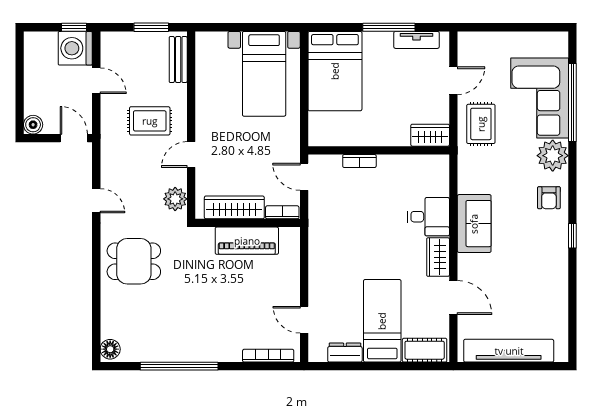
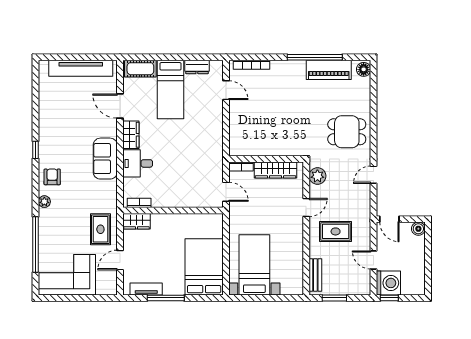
corner sofa: (540, 98) -> (67, 275), moved, turned -90
plant: (553, 156) -> (44, 202), width x0.53, depth x0.53
bookcase: (359, 161) -> (139, 203), moved
door: (96, 201) -> (374, 175), hinge flipped
piano: (247, 241) -> (329, 70), moved, turned 180

